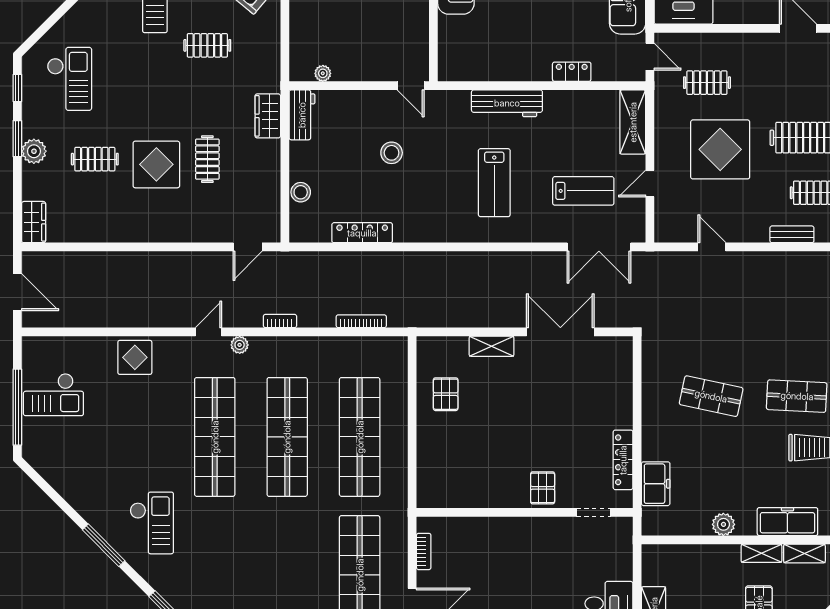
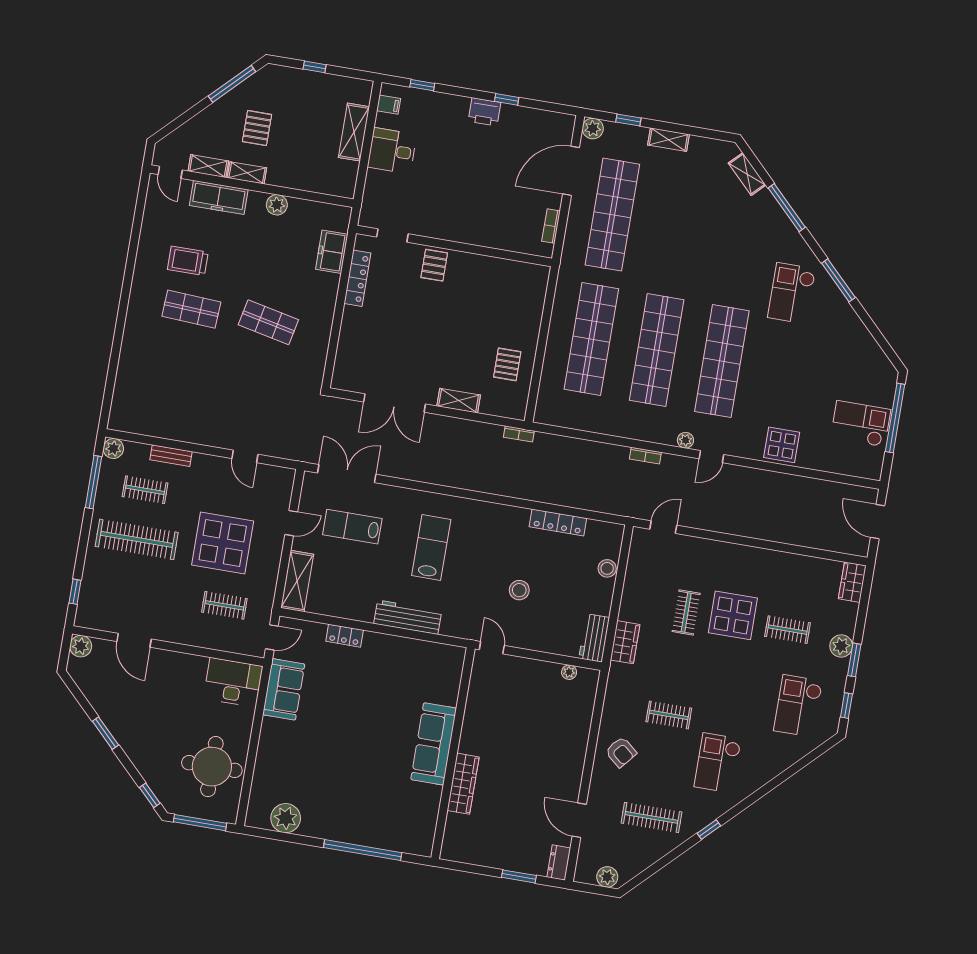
door: (650, 57) -> (272, 637), swing flipped
bookcase: (361, 321) -> (519, 434), moved, width x0.64

